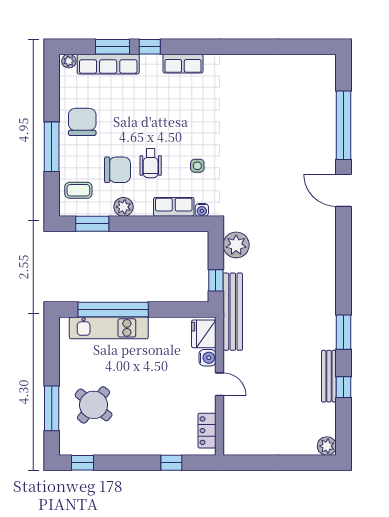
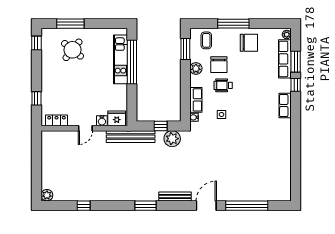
window: (216, 280) -> (161, 126), moved
window: (344, 332) -> (145, 206), moved
bench: (329, 376) -> (175, 196), moved

